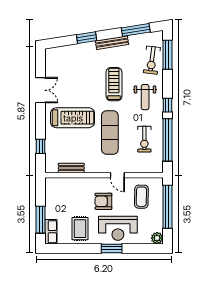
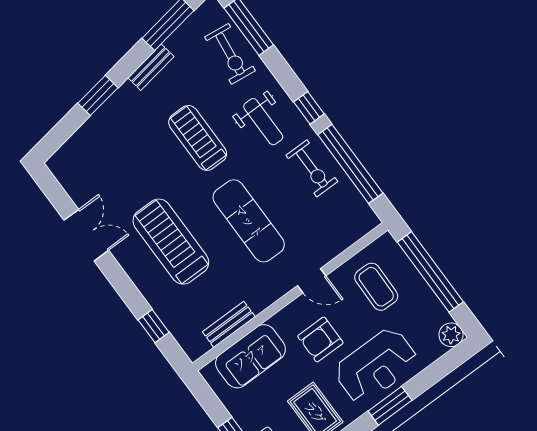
bench: (112, 43) -> (151, 67), width x0.73
treadmill: (73, 118) -> (171, 242), turned -90
exercise bike: (144, 139) -> (312, 168), moved
sofa: (70, 187) -> (250, 356), added

